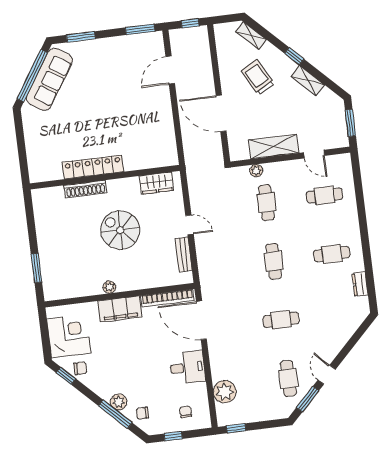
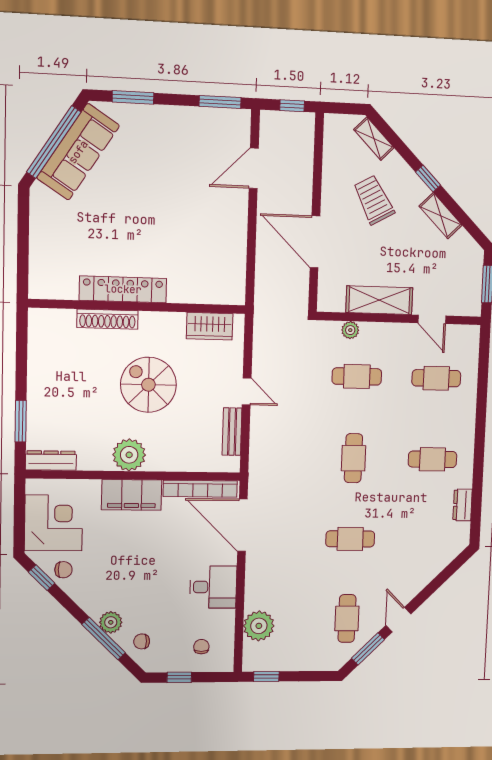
cafe table: (266, 203) -> (357, 376), turned 90
plant: (109, 287) -> (129, 455), width x1.87, depth x1.87
dresser: (61, 292) -> (51, 461), added

